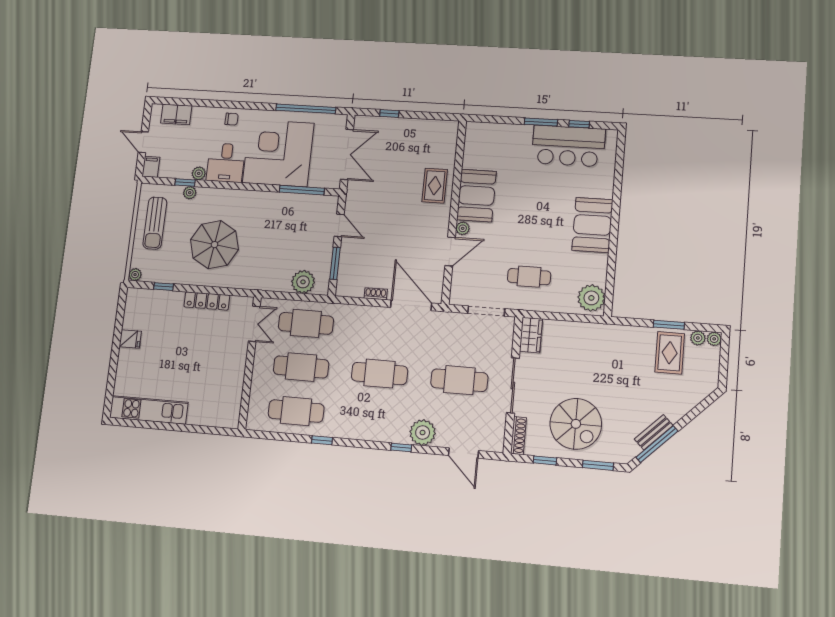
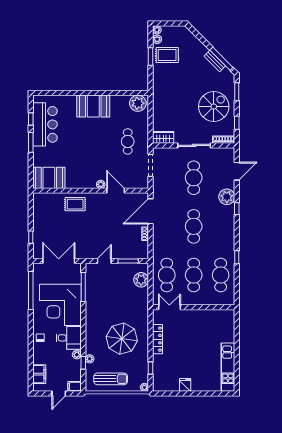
booth: (476, 196) -> (49, 178), moved

